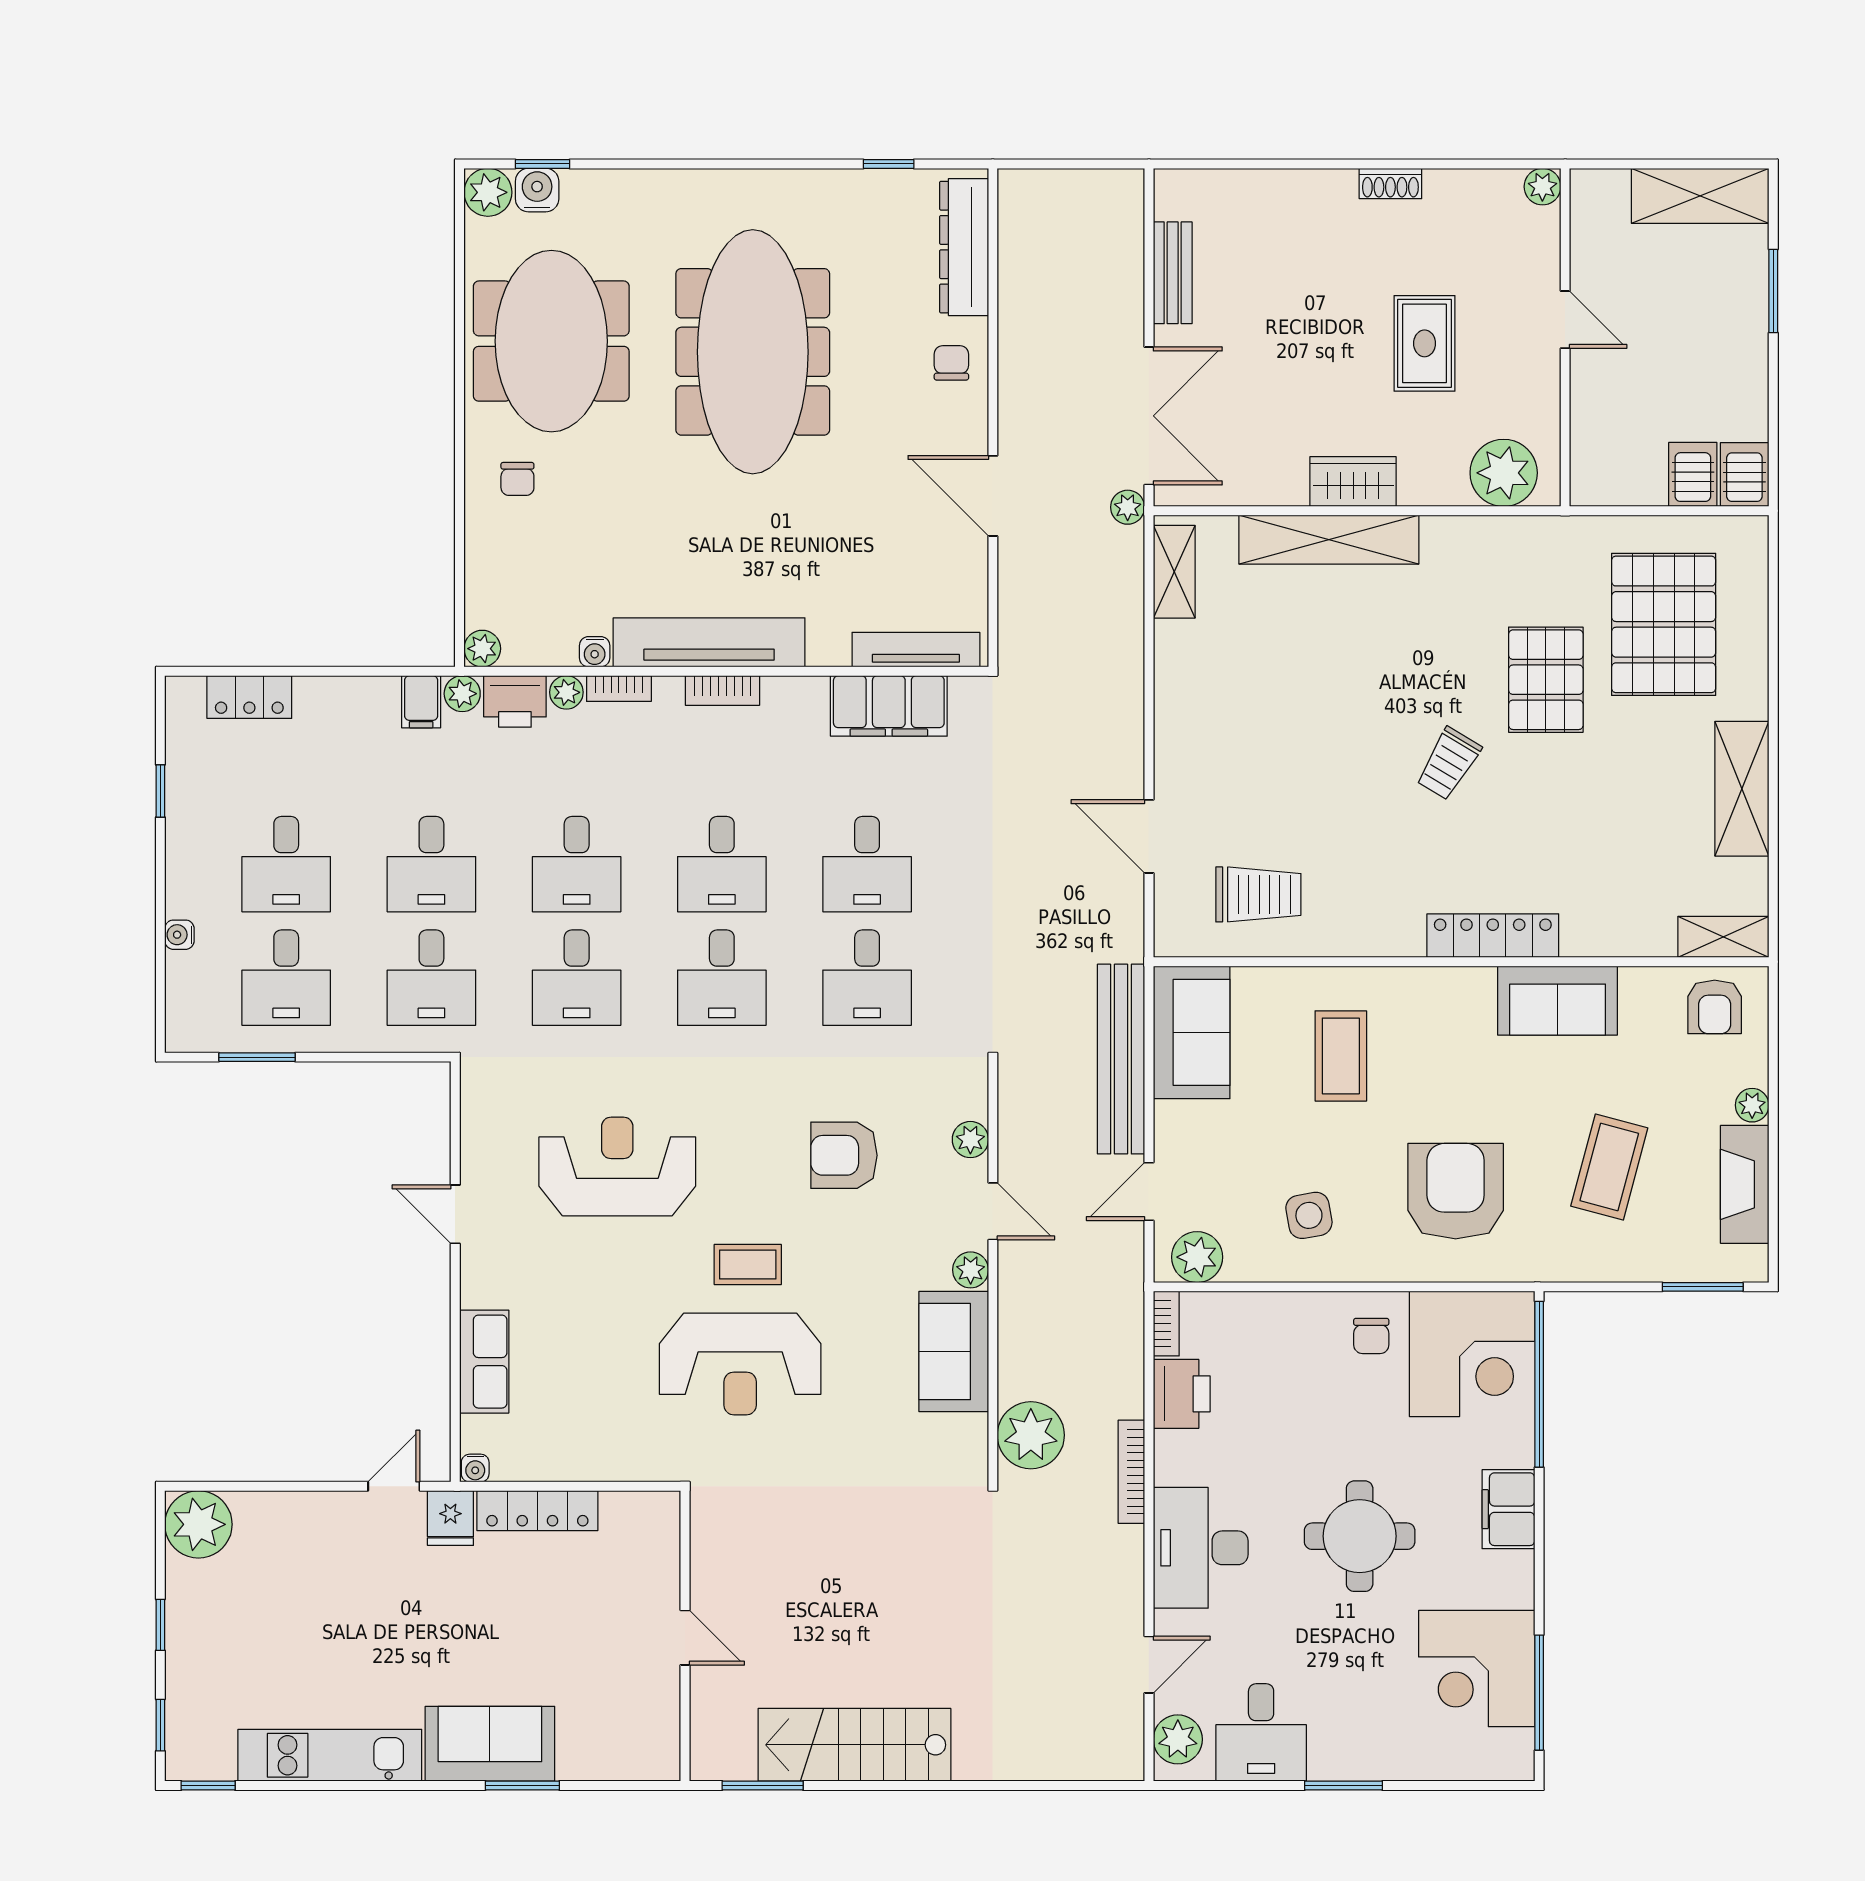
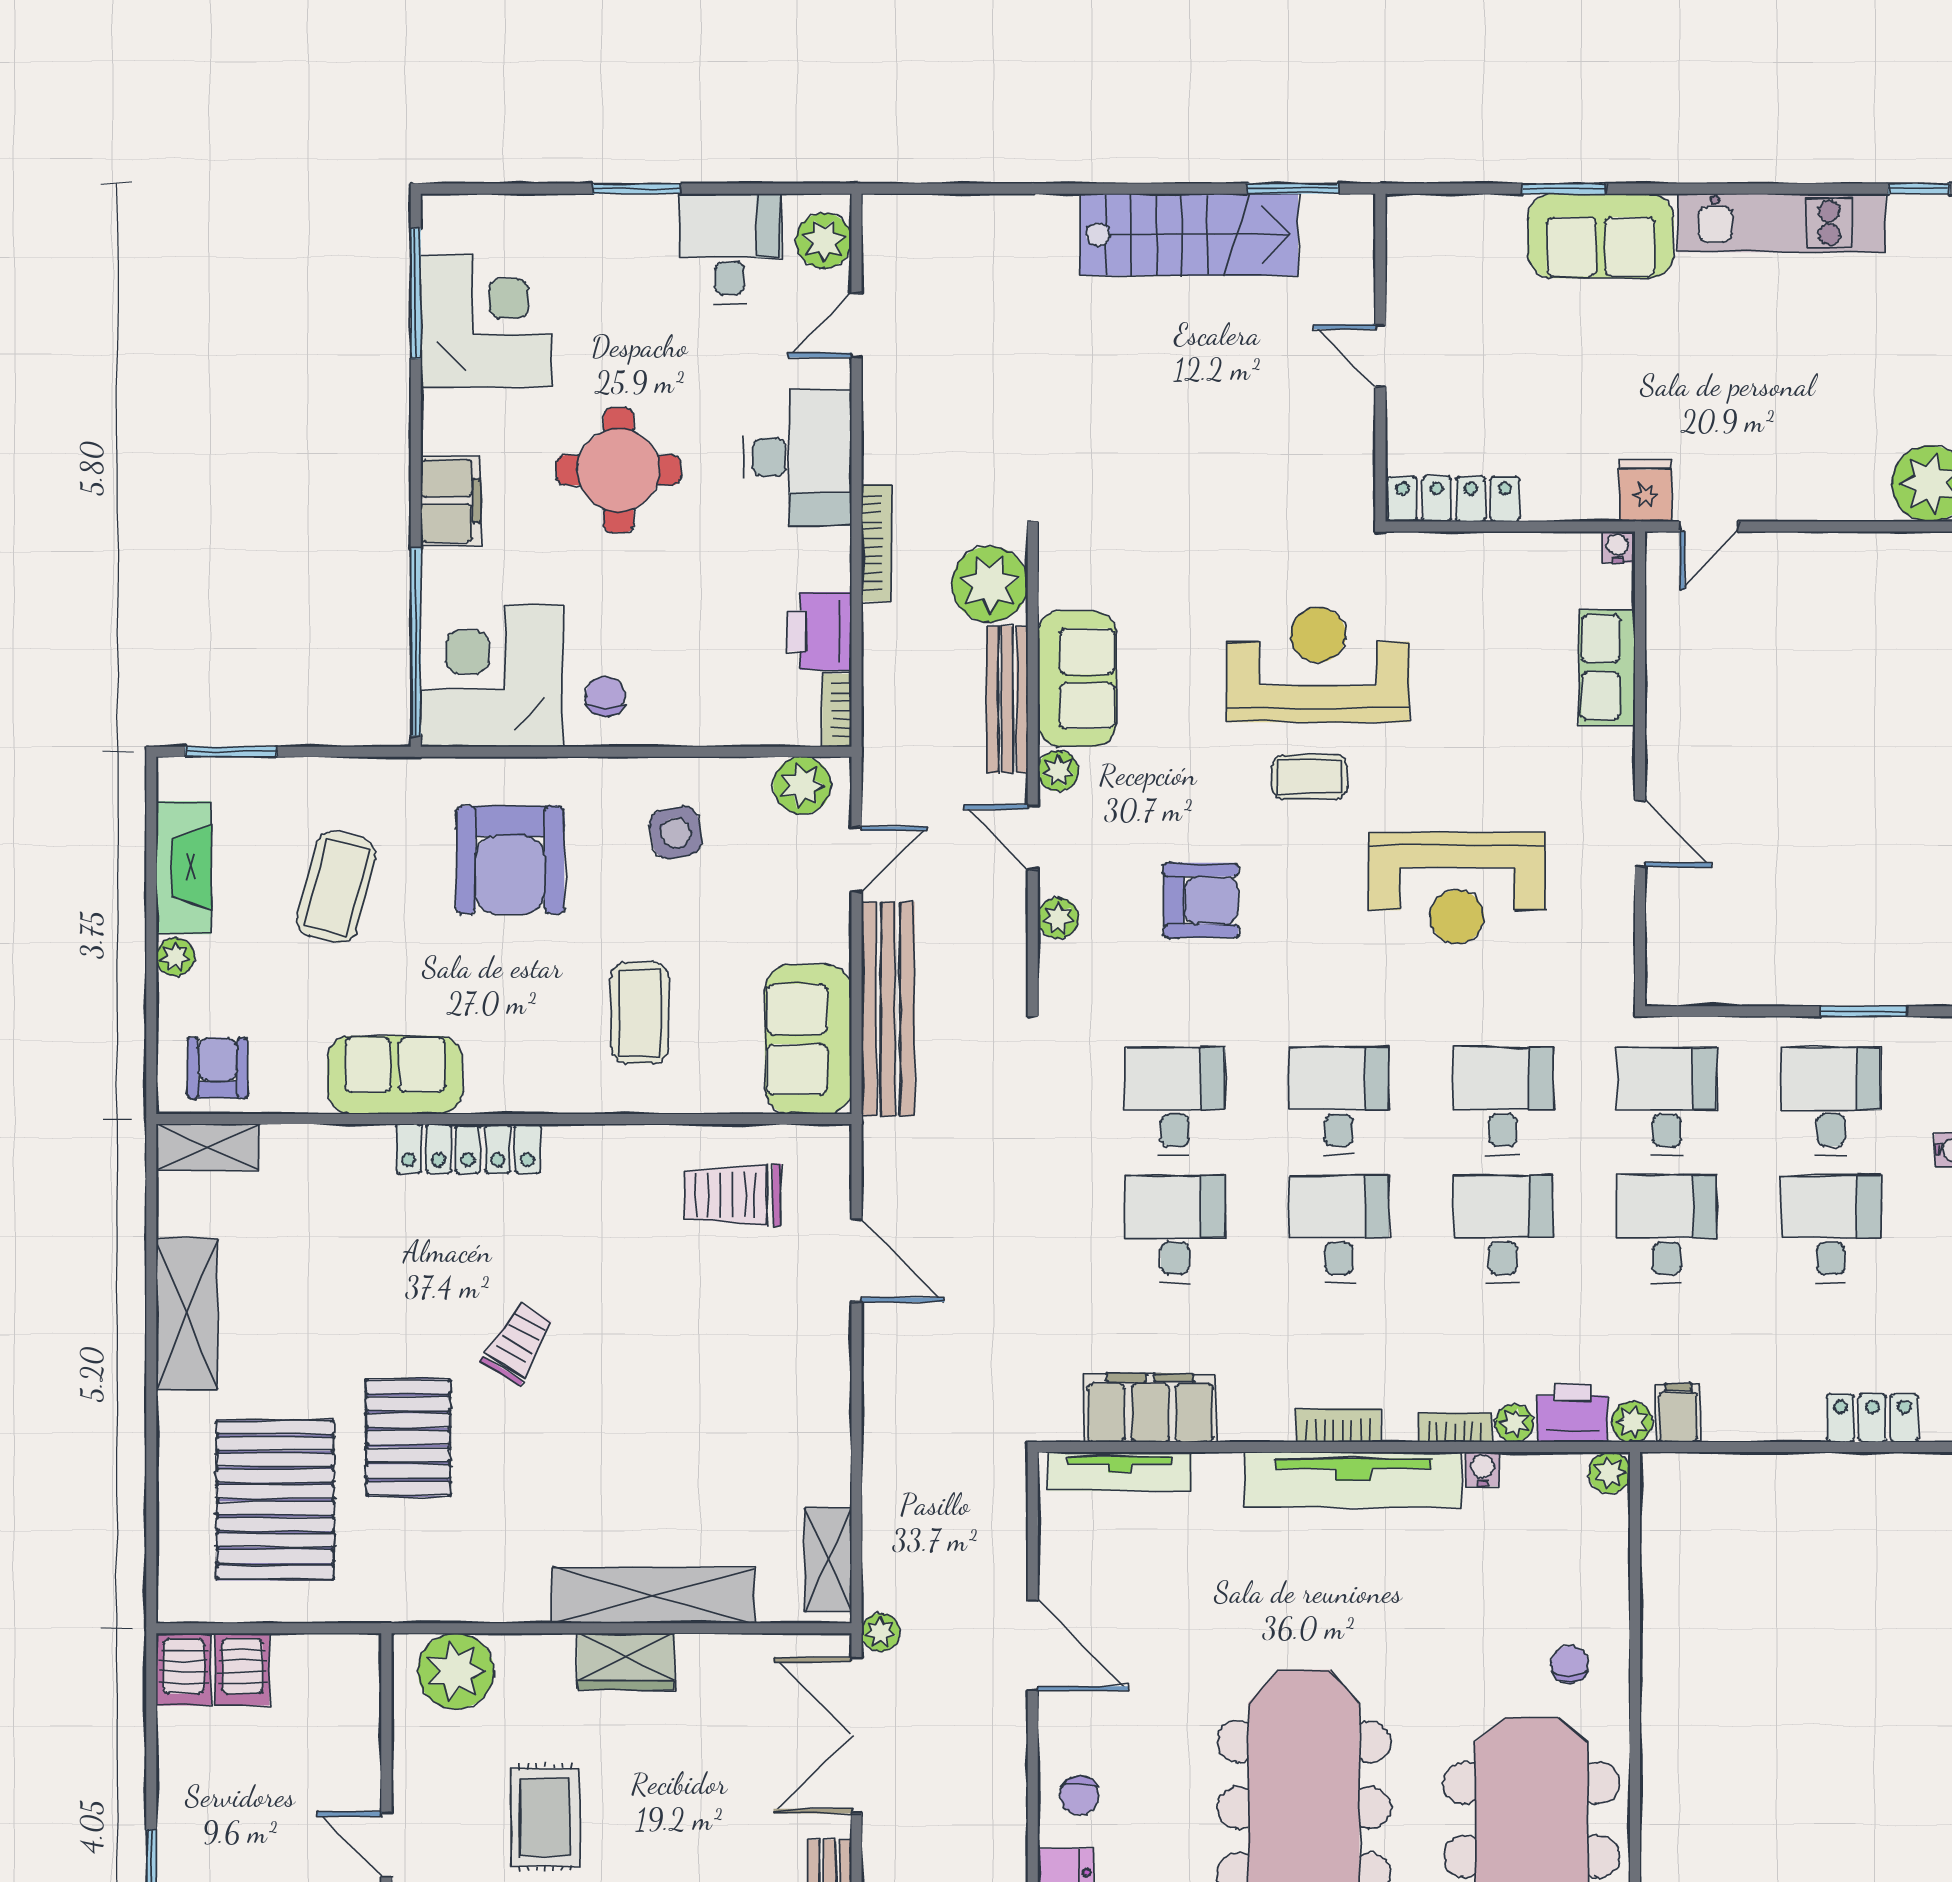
bench: (1015, 1333) -> (1007, 699), added
locker: (537, 1511) -> (1454, 499), moved

